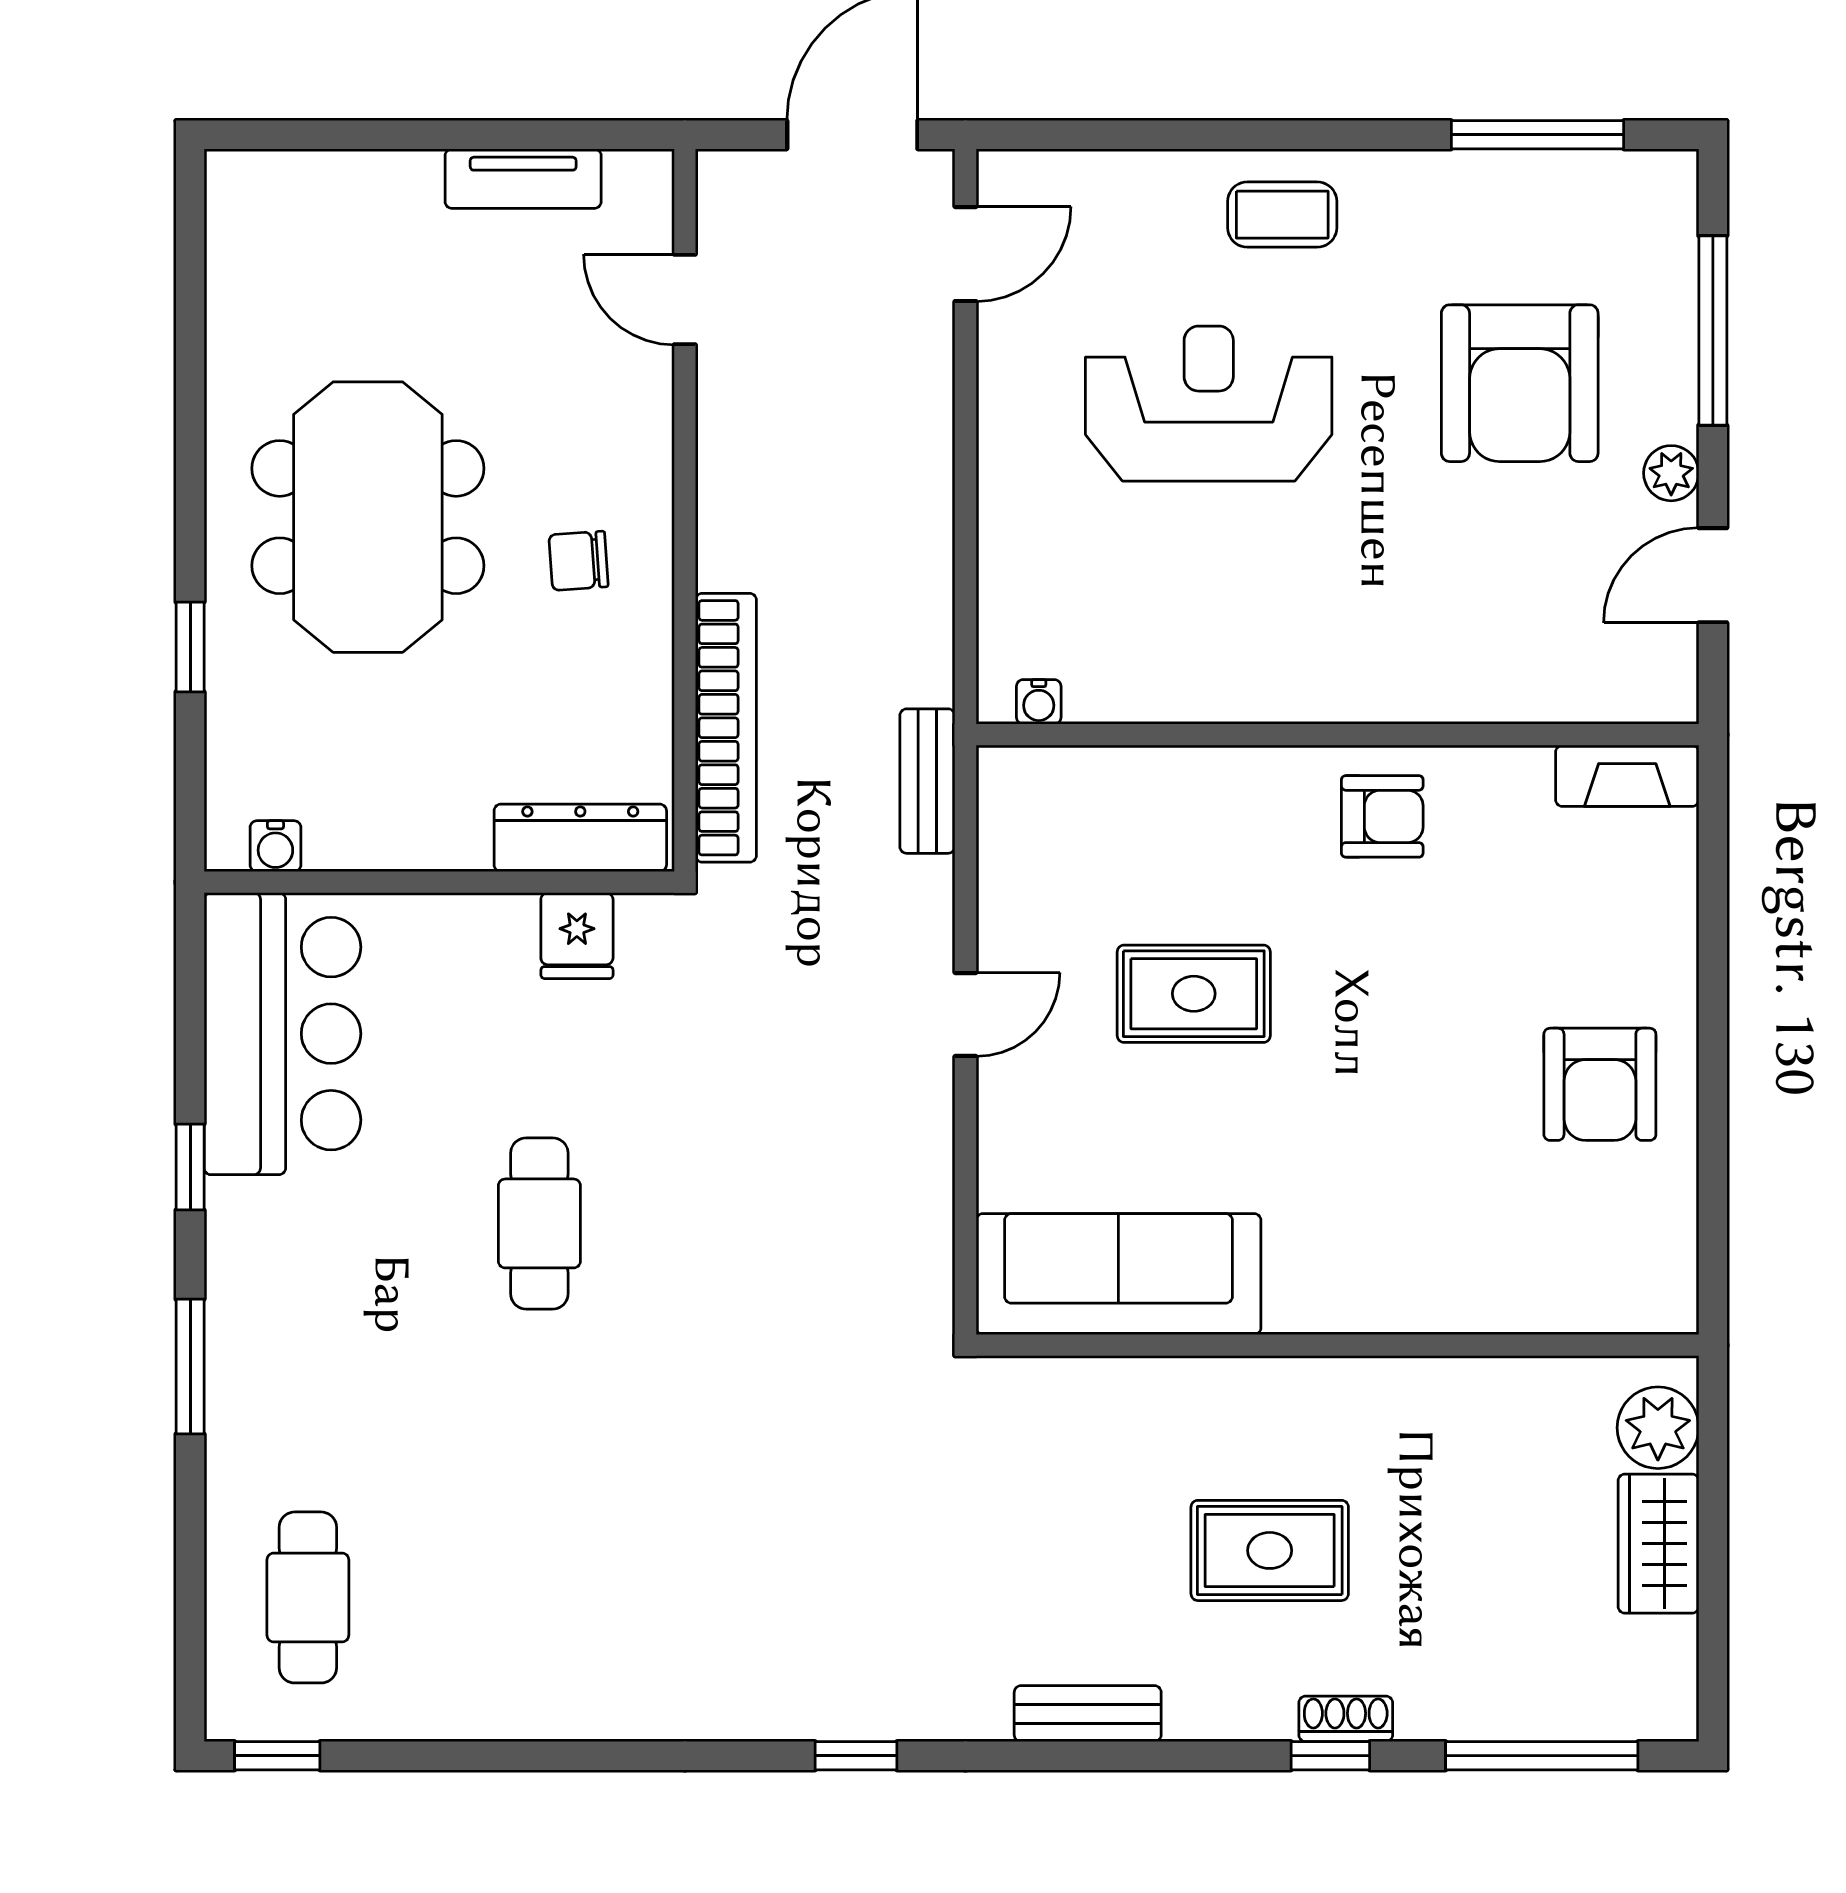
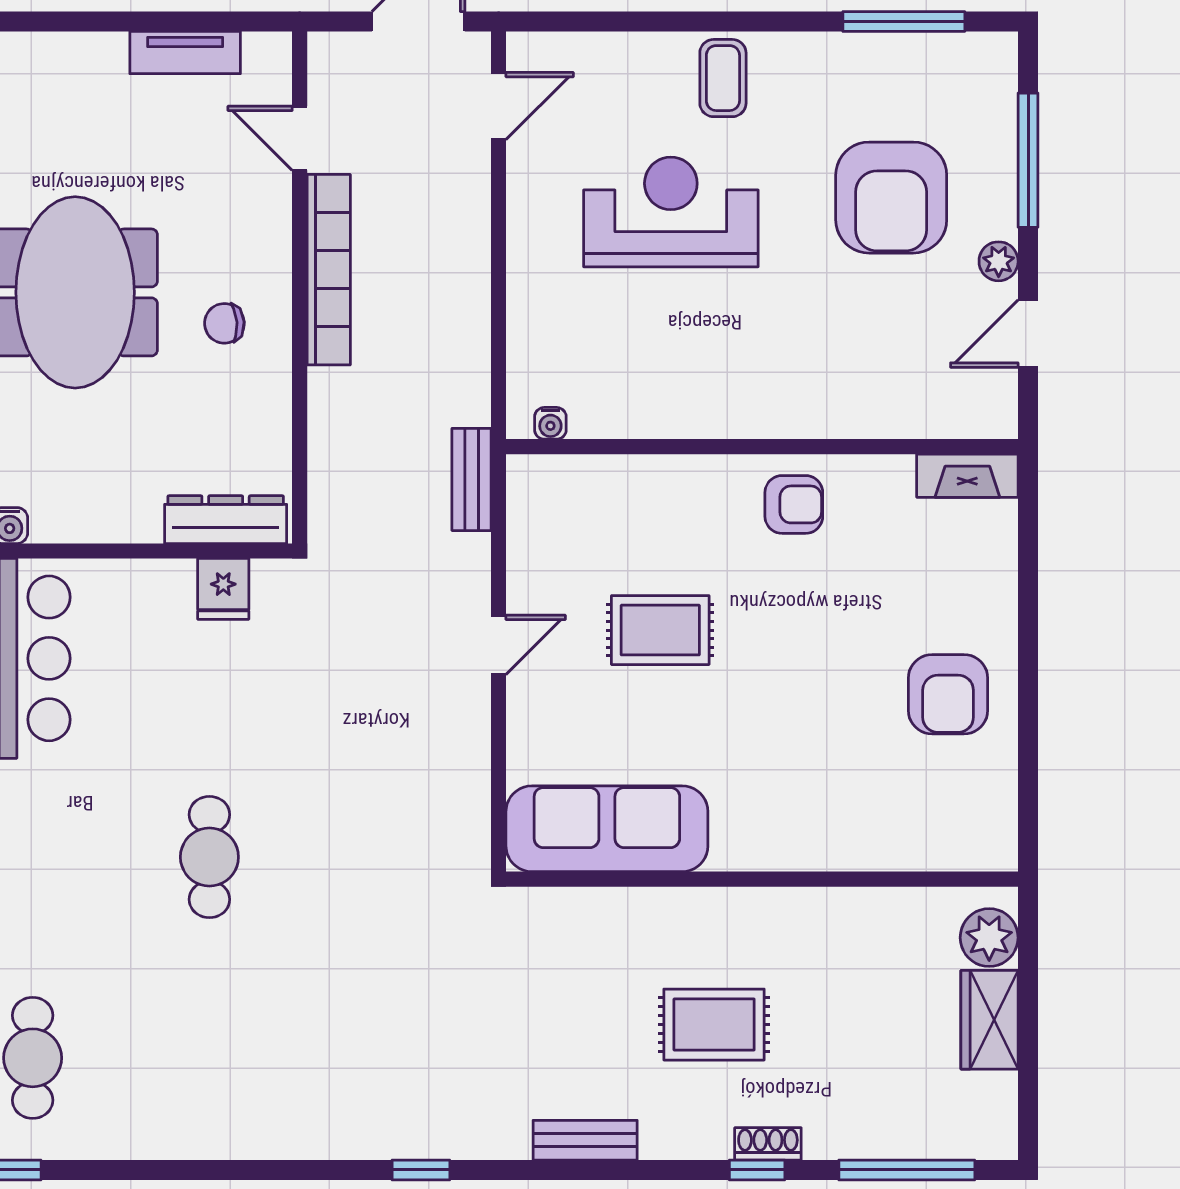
coffee table: (1282, 215) -> (723, 78), turned 90
bookcase: (726, 728) -> (329, 270), moved
cafe table: (539, 1223) -> (209, 857), moved

